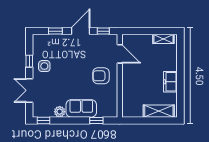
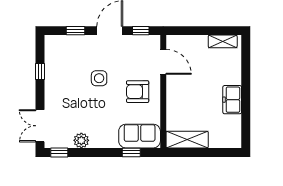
side table: (44, 66) -> (99, 78), moved
double door: (29, 90) -> (40, 126), moved
sofa: (81, 108) -> (140, 136), moved
shelving: (159, 111) -> (187, 140), moved

